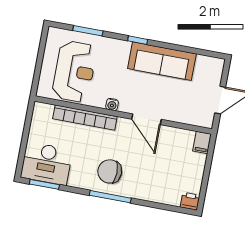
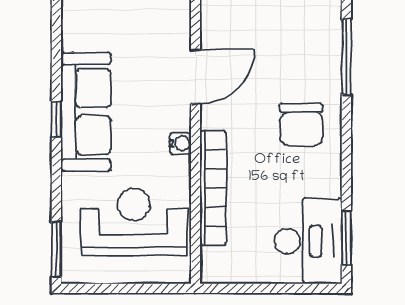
window: (88, 31) -> (56, 249), moved
sofa: (162, 61) -> (86, 112), moved
window: (110, 197) -> (346, 57), moved

